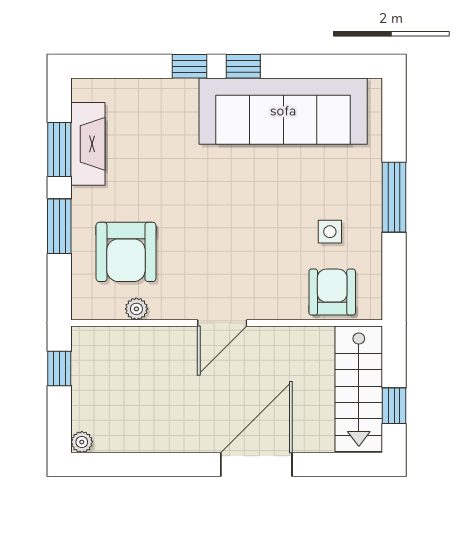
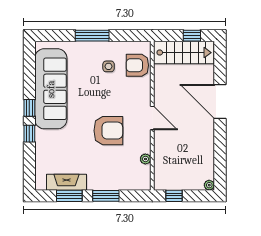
armchair: (126, 252) -> (108, 131), moved

